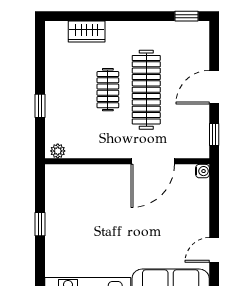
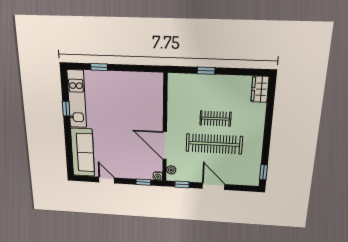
wardrobe: (87, 32) -> (260, 89), moved
plant: (58, 151) -> (171, 170), moved
window: (214, 193) -> (143, 182), added
window: (40, 224) -> (99, 67), moved

